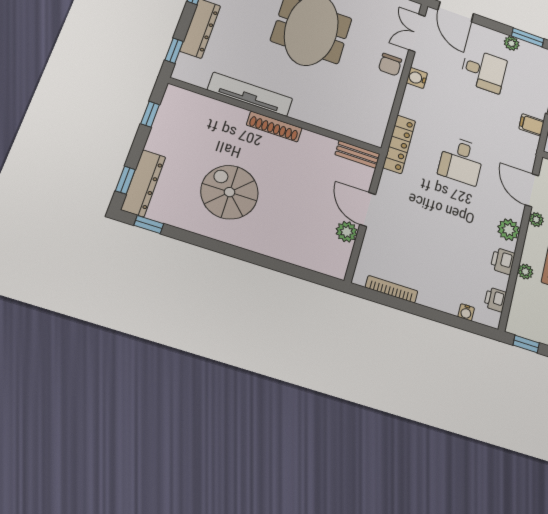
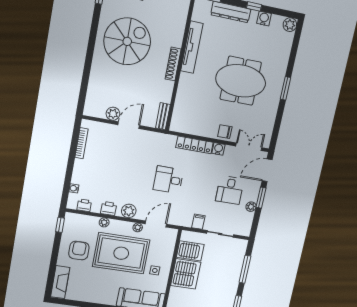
window: (528, 37) -> (261, 198), moved
locker: (399, 144) -> (194, 145), moved
spiral stairs: (230, 192) -> (127, 41), width x1.37, depth x1.37

